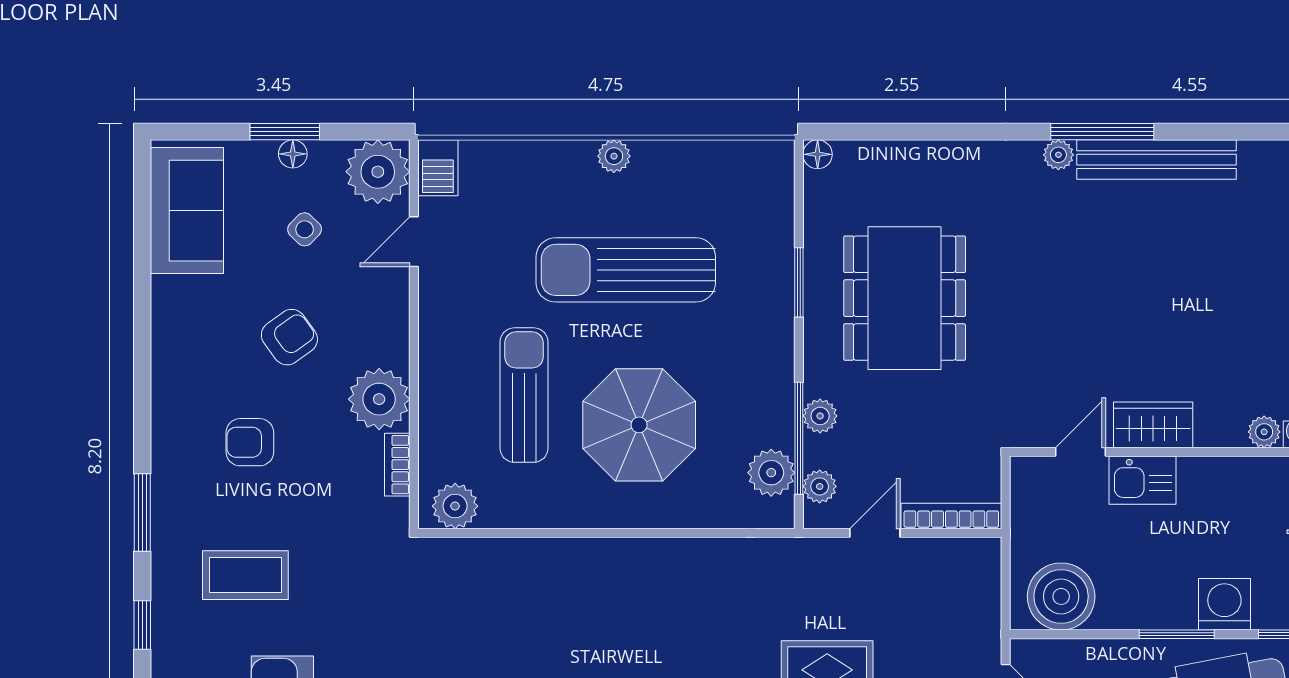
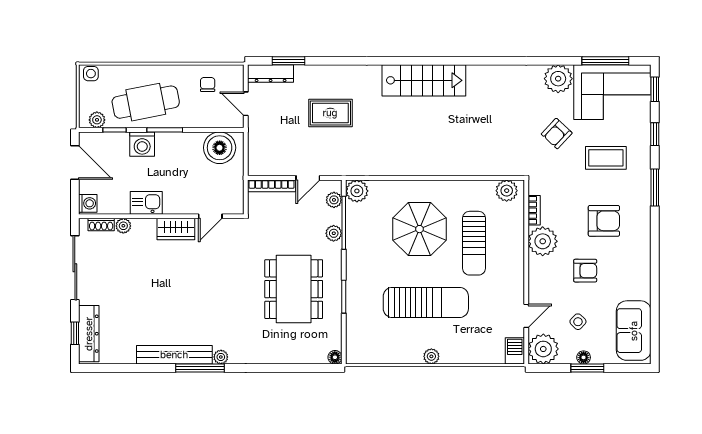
armchair: (289, 337) -> (585, 271), turned -144
armchair: (250, 442) -> (604, 221), width x1.38, depth x1.38
plant: (771, 473) -> (357, 191), moved
kitchen sink: (1143, 480) -> (146, 203), moved
armchair: (349, 627) -> (557, 134), added

